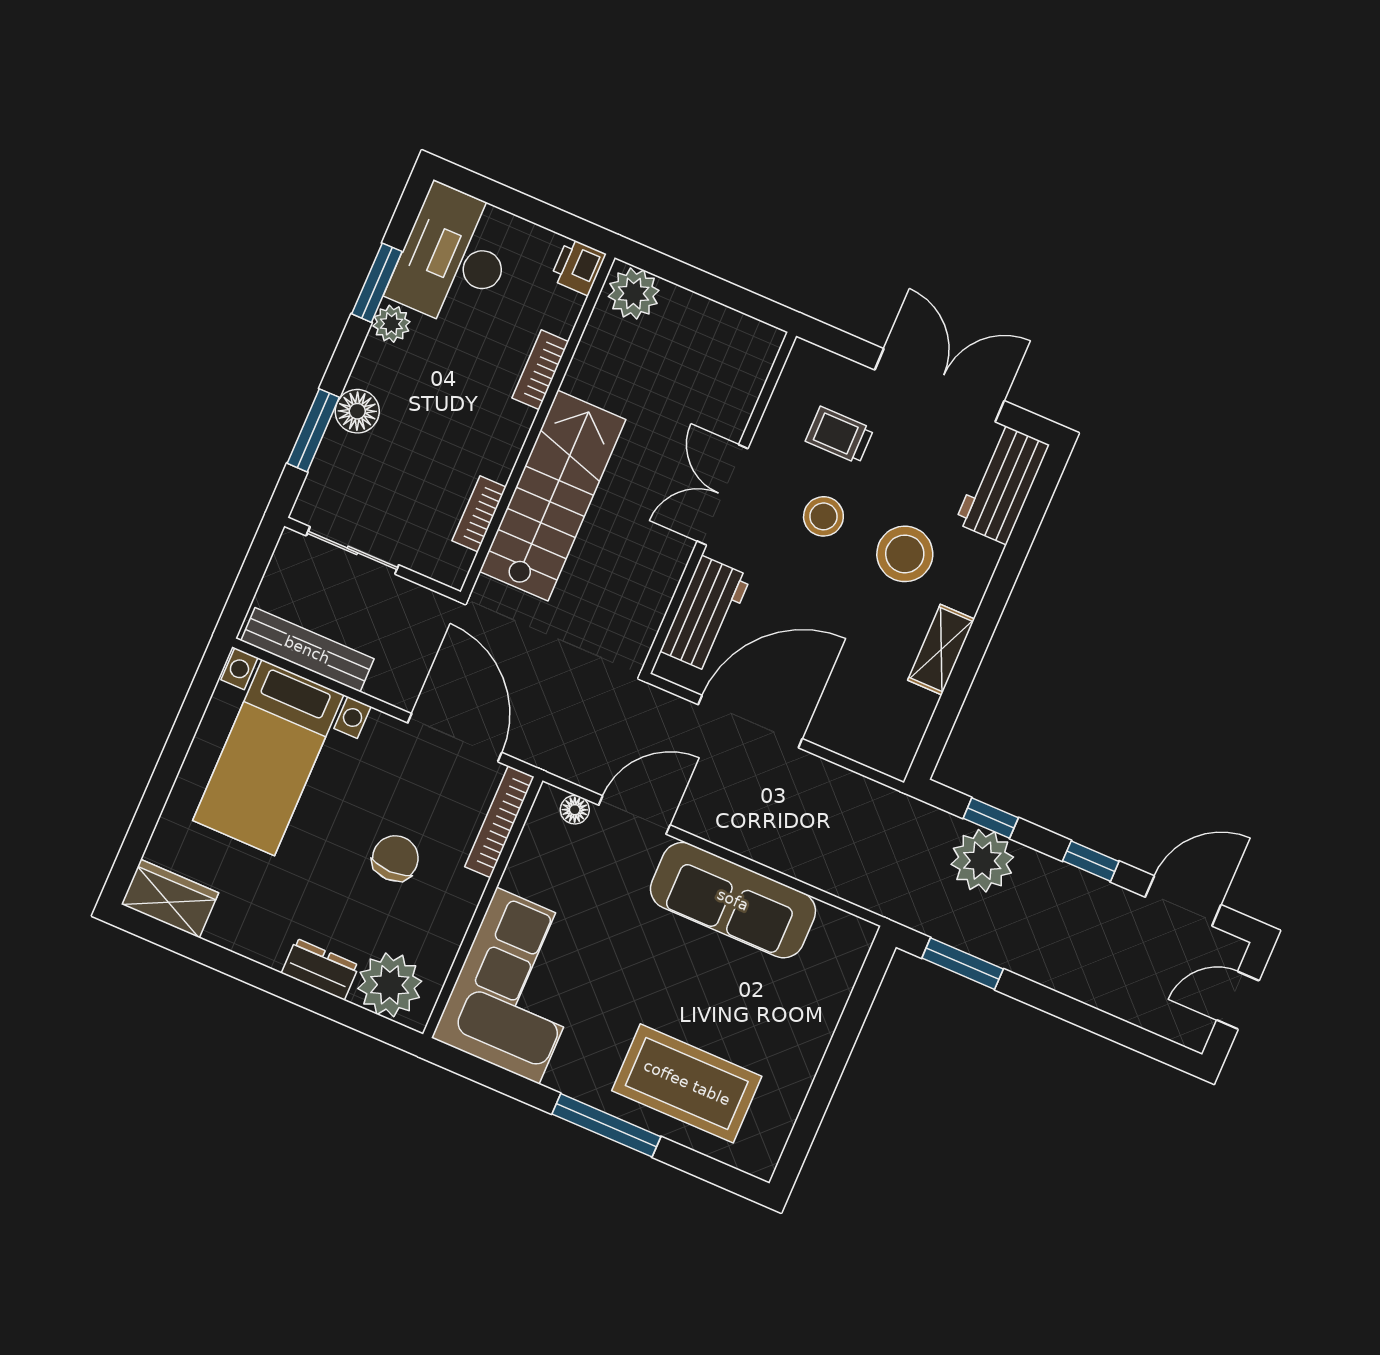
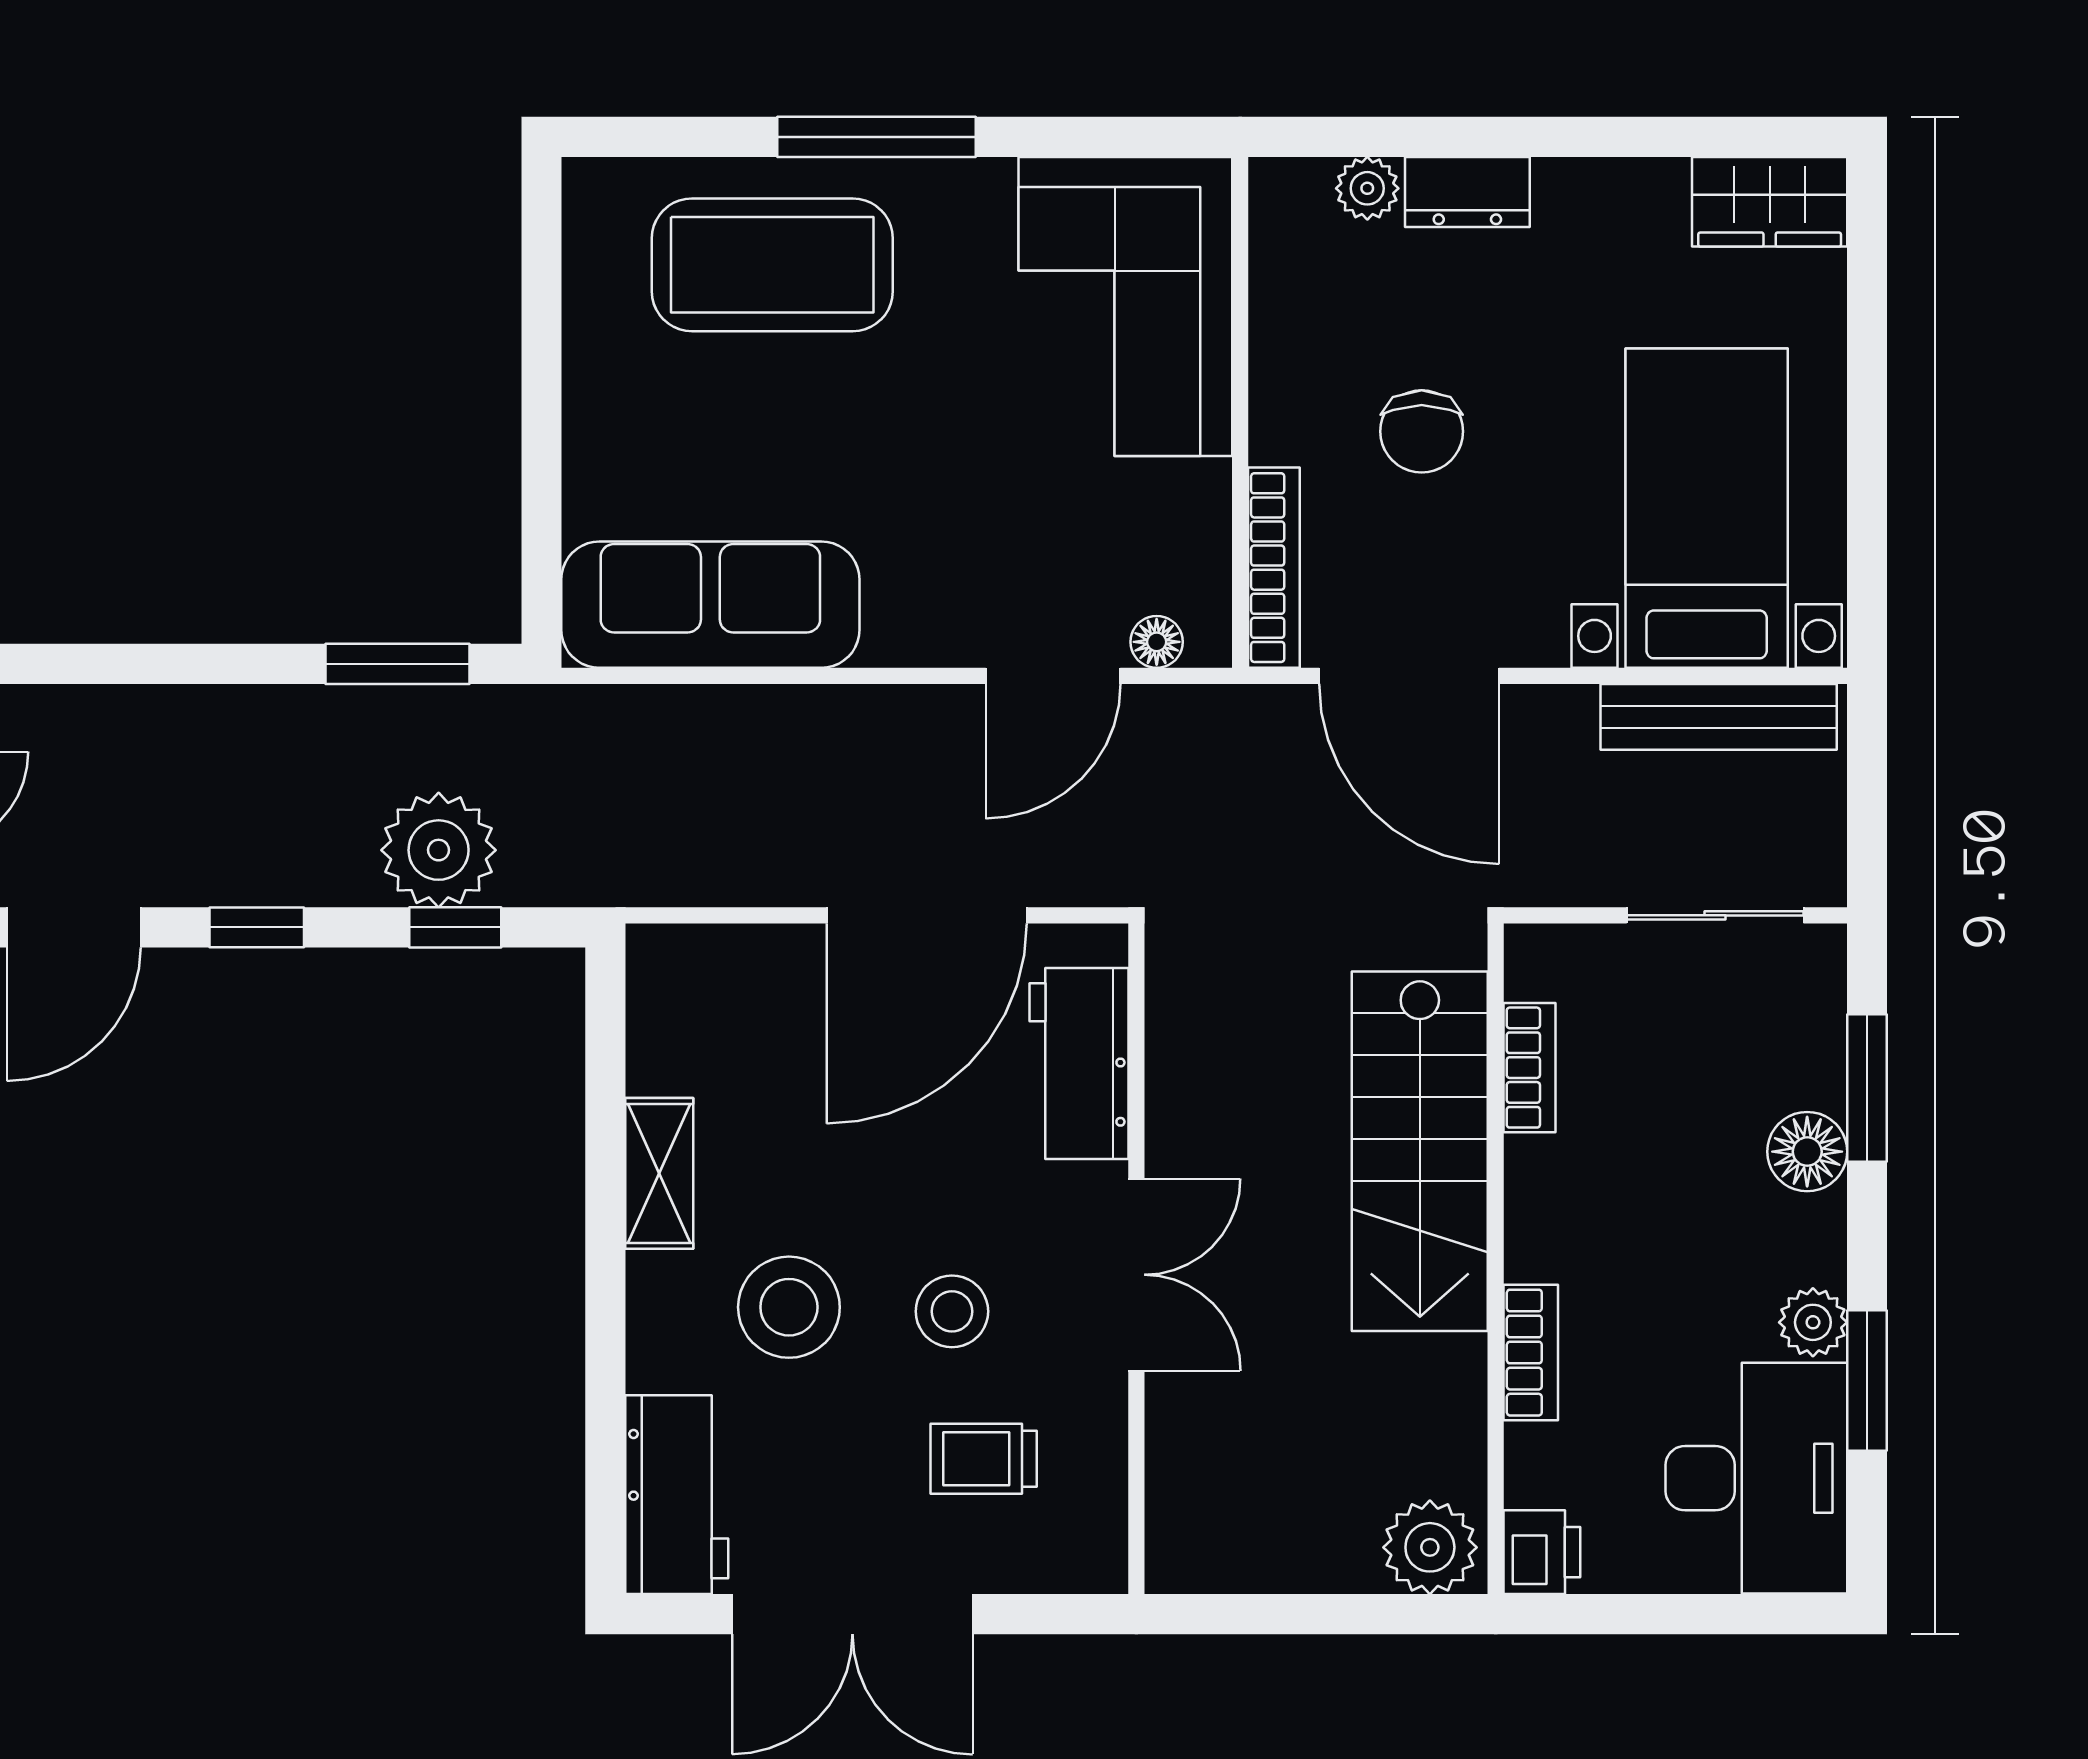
trolley: (840, 435) -> (984, 1459), turned 180
sofa: (733, 900) -> (710, 605), moved
plant: (390, 985) -> (1367, 188), width x0.53, depth x0.53

